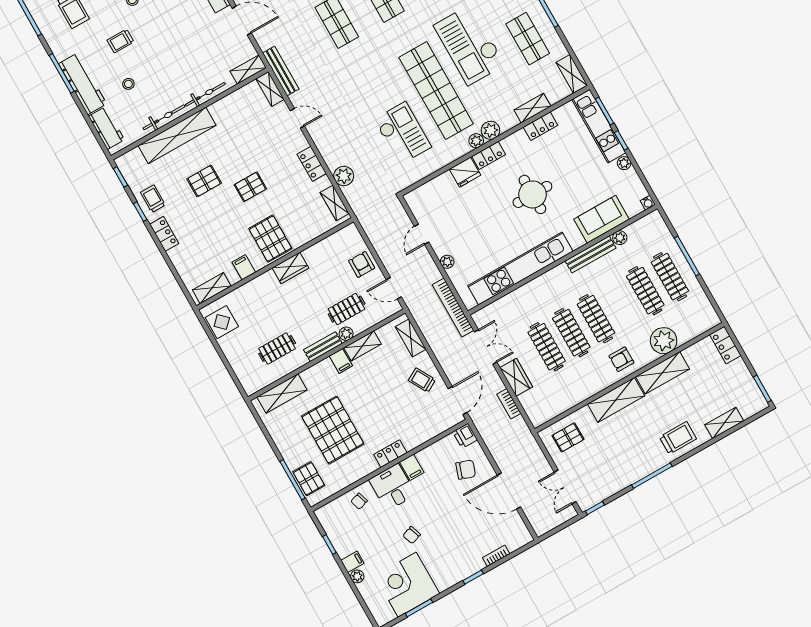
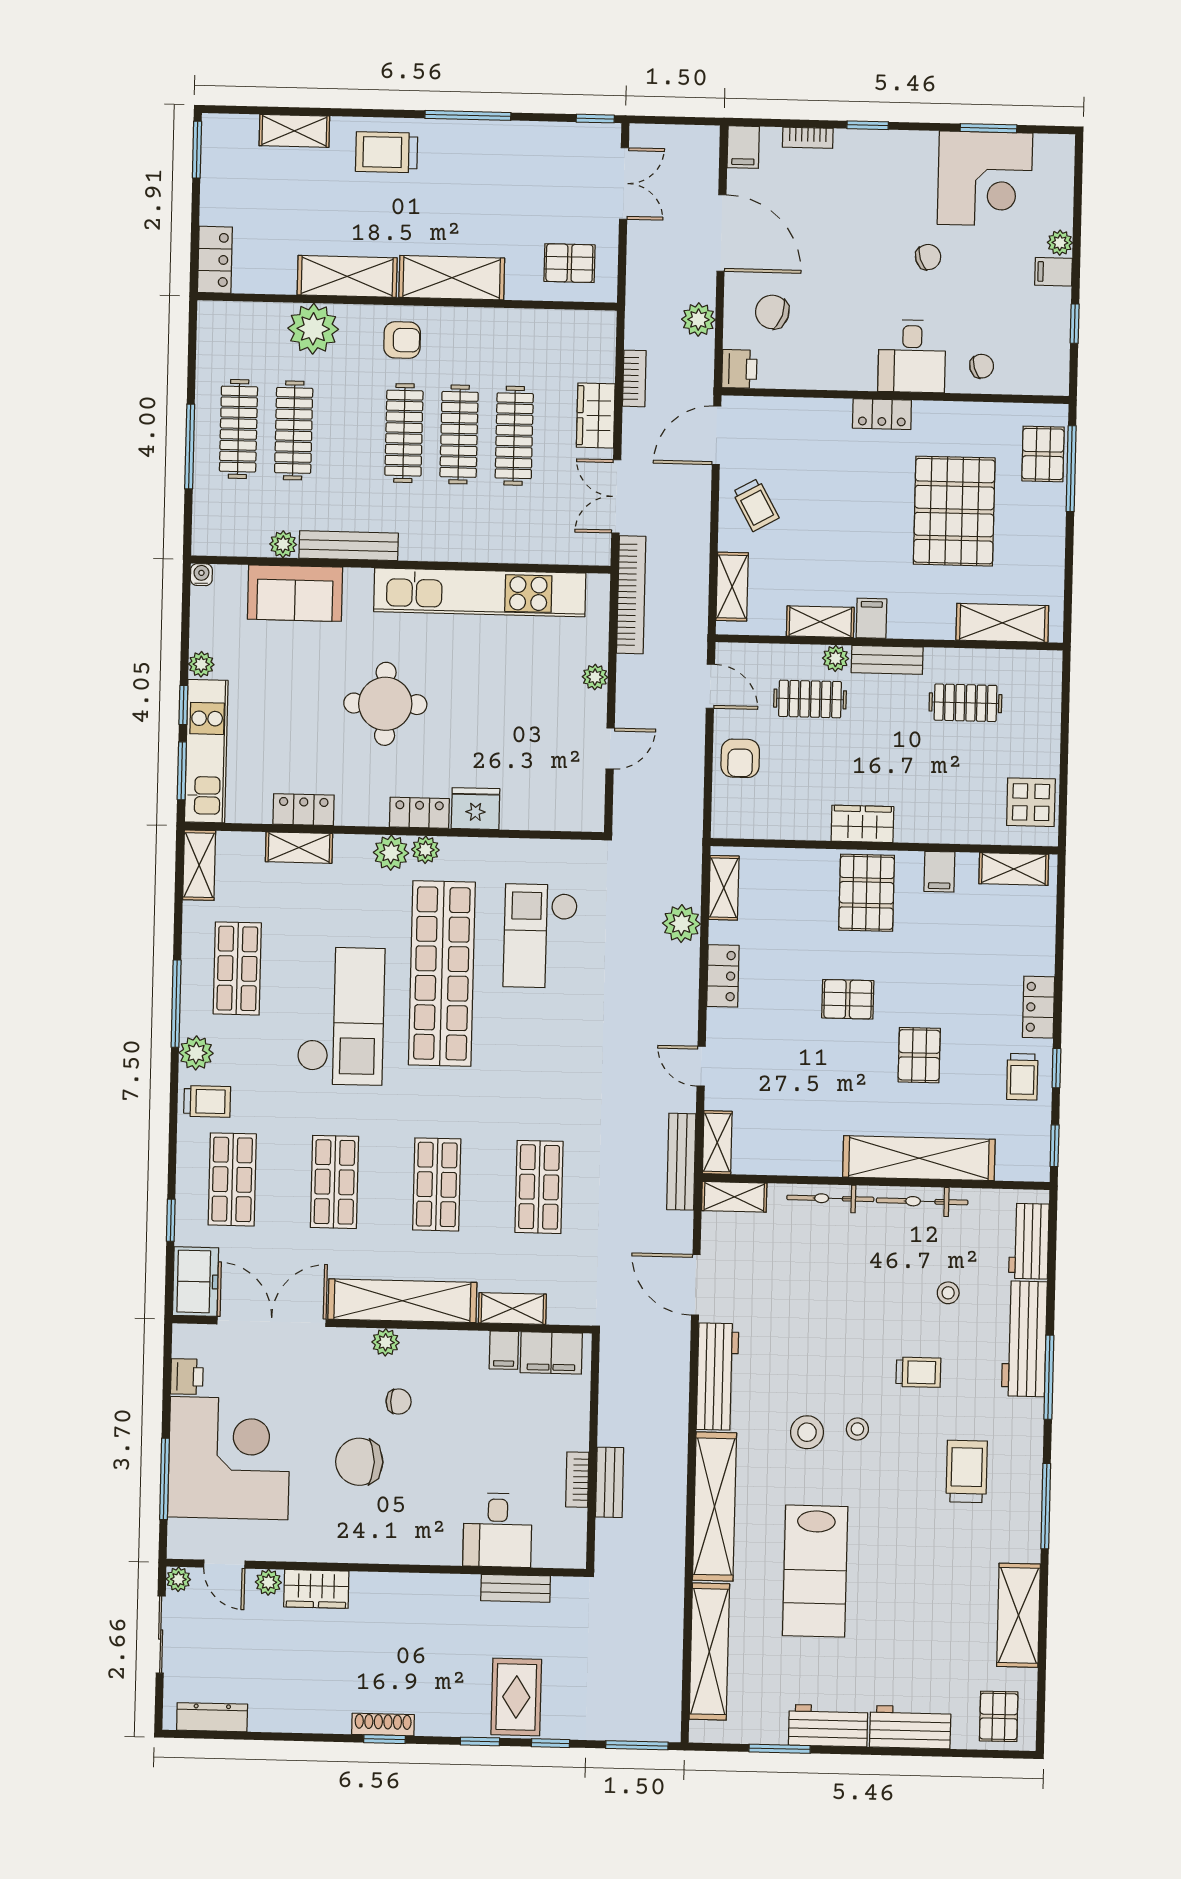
pallet: (204, 181) -> (919, 1055), turned 90
plant: (496, 447) -> (698, 320), added
filing cabinet: (412, 467) -> (743, 147), moved, turned 180

